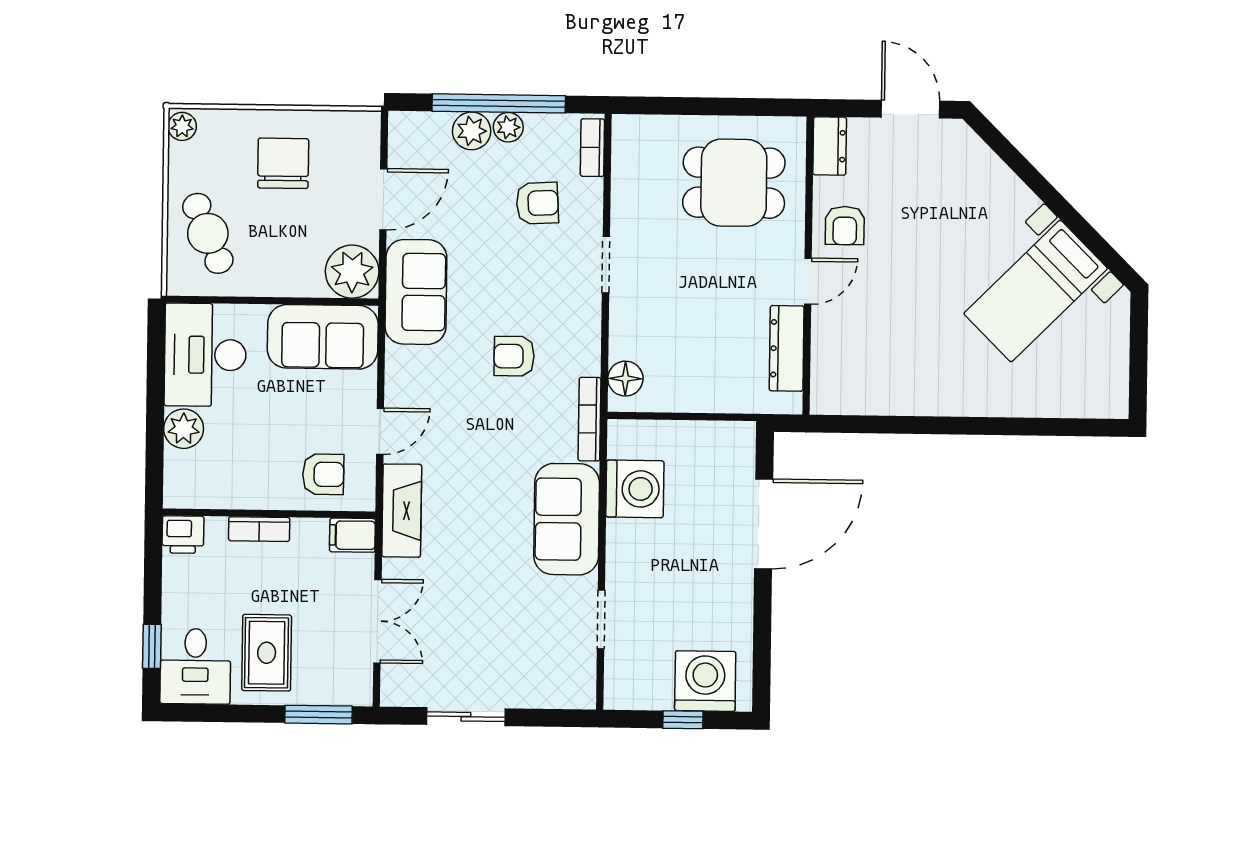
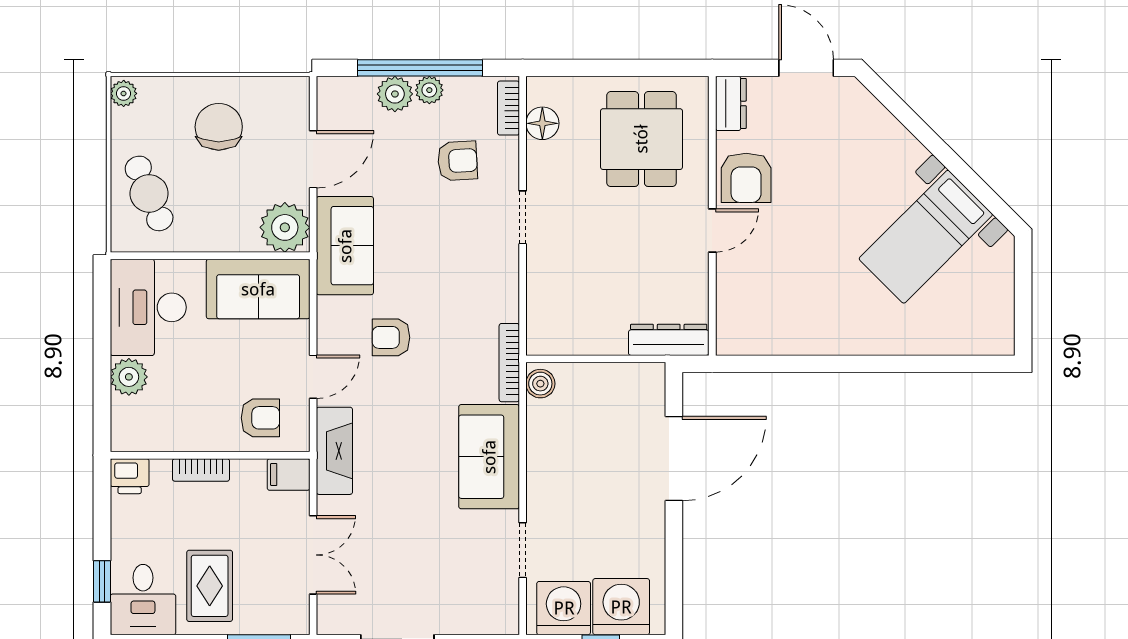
dining table: (734, 183) -> (641, 139), turned 90
armchair: (845, 226) -> (746, 178), width x1.38, depth x1.38
dresser: (787, 348) -> (669, 340), moved, turned 90
armchair: (514, 356) -> (391, 337), moved
floor lamp: (625, 379) -> (542, 123), moved
boiler: (622, 442) -> (540, 384), added
washing machine: (635, 489) -> (564, 608), moved, turned -90

